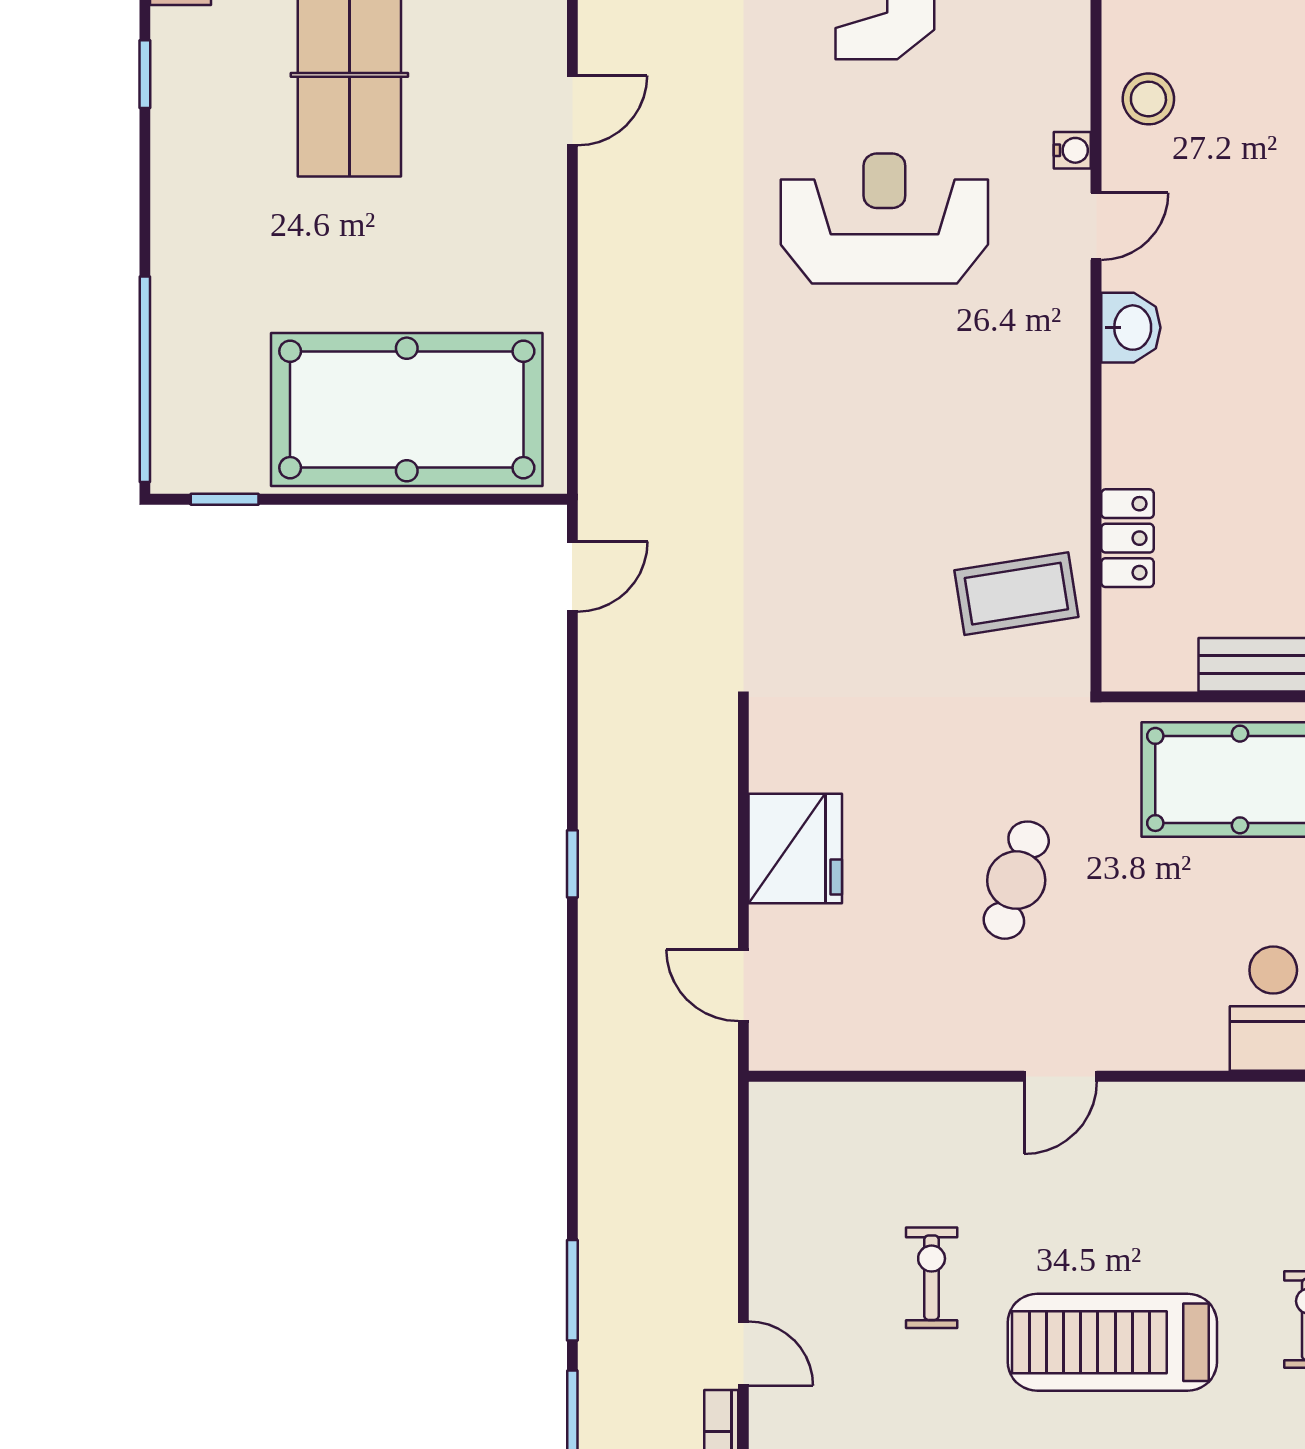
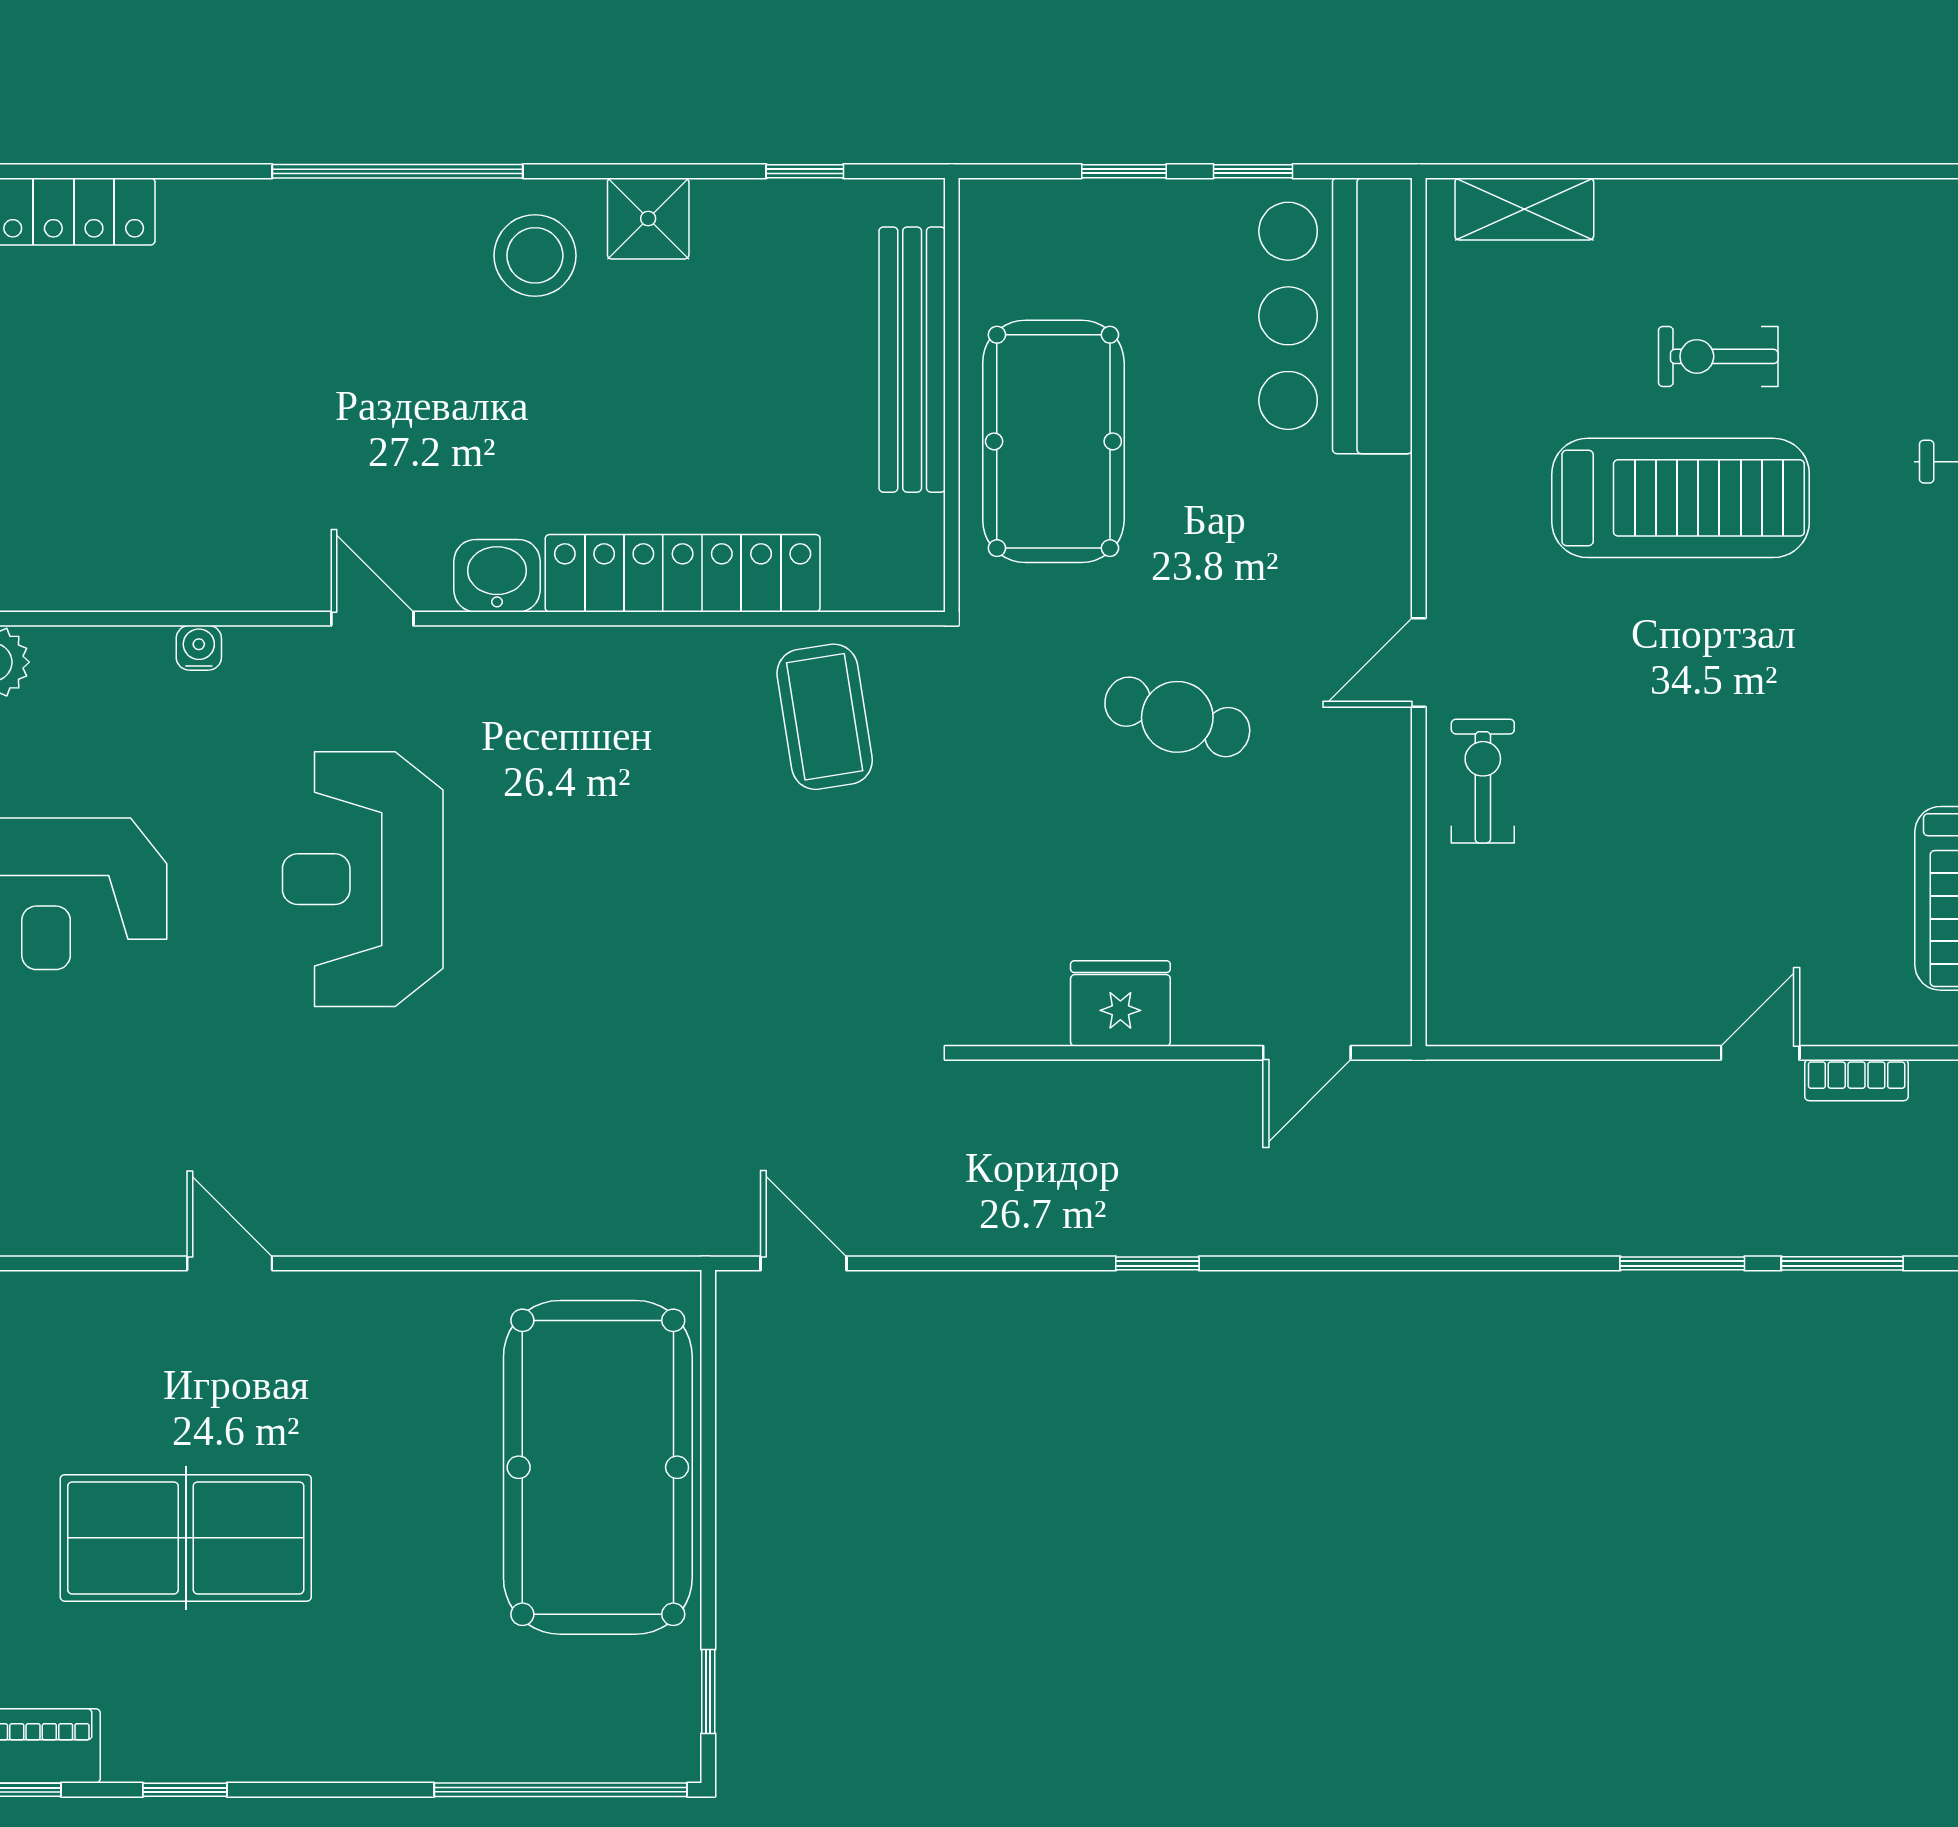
stool: (1148, 99) -> (215, 554), removed
water cooler: (1072, 150) -> (199, 648), moved
locker: (1127, 538) -> (683, 573), width x2.16, depth x1.21
fridge: (795, 849) -> (1120, 1003), width x0.73, depth x0.75
door: (1060, 1076) -> (1419, 663), swing flipped
exercise bike: (932, 1278) -> (1483, 781), moved, turned 90
treadmill: (1112, 1342) -> (1681, 498), moved, turned -90

